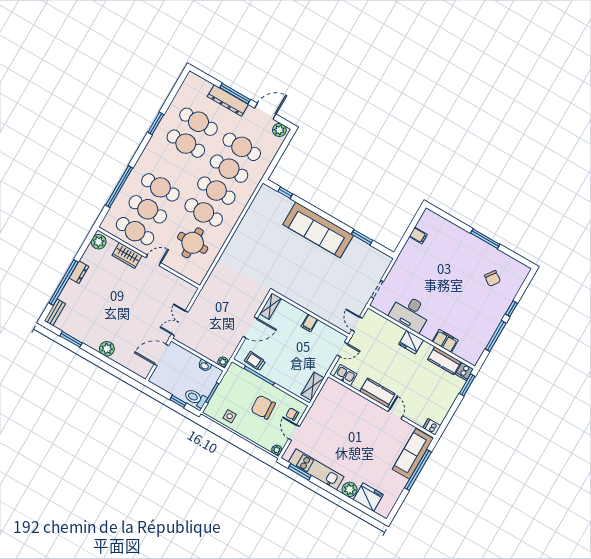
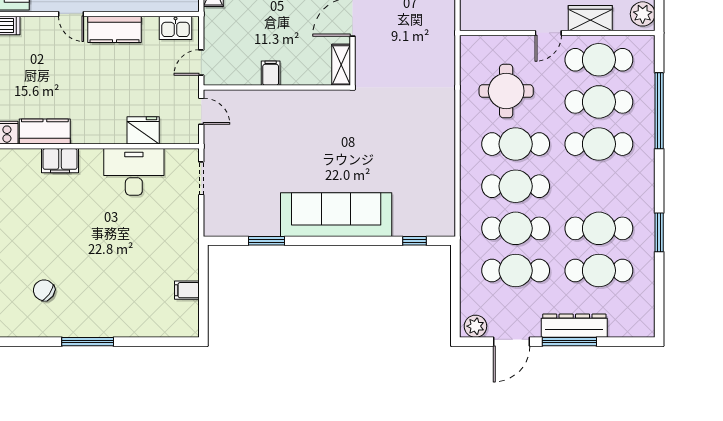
fridge: (411, 342) -> (143, 130), moved

